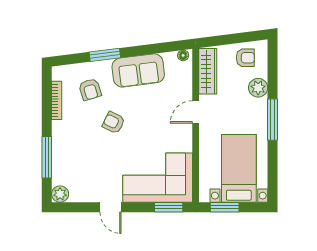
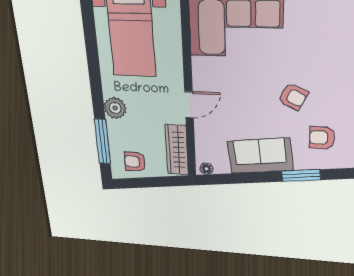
plant: (258, 88) -> (115, 108), moved
armchair: (90, 89) -> (322, 138), turned -73
window: (272, 120) -> (103, 142), moved

